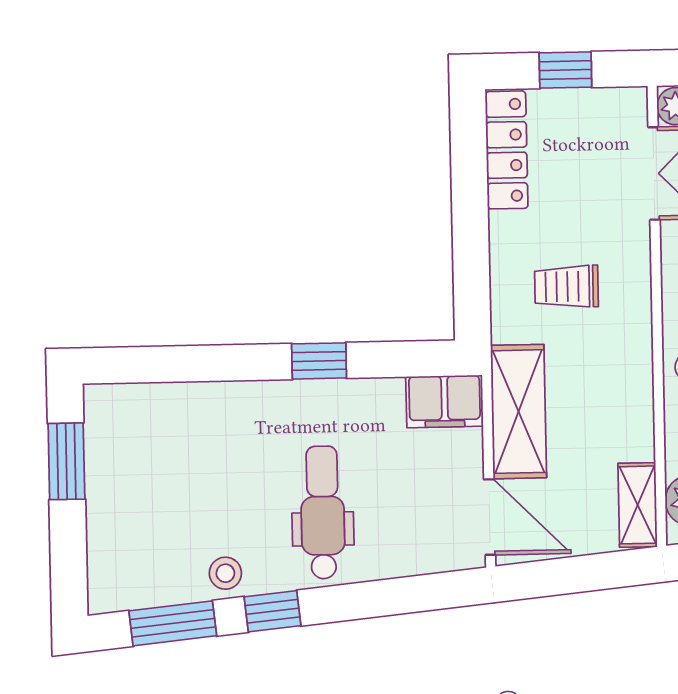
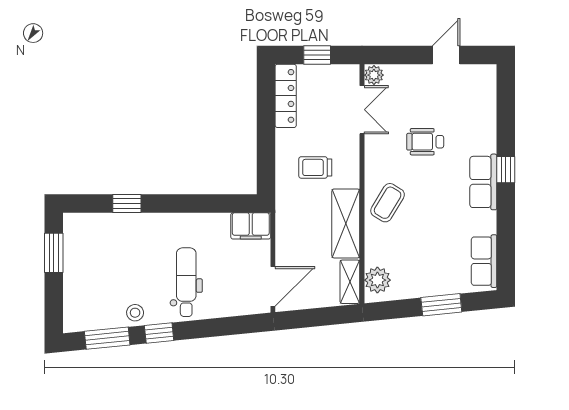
window: (319, 361) -> (127, 203), moved
shelving: (519, 412) -> (346, 223), moved
door: (490, 517) -> (273, 286), hinge flipped

